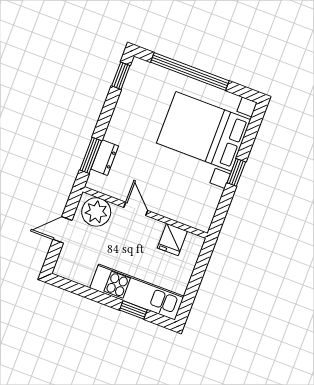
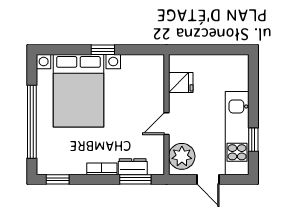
bookcase: (114, 125) -> (102, 169), added
kitchen unit: (137, 292) -> (237, 133), moved
window: (133, 310) -> (253, 140), moved

